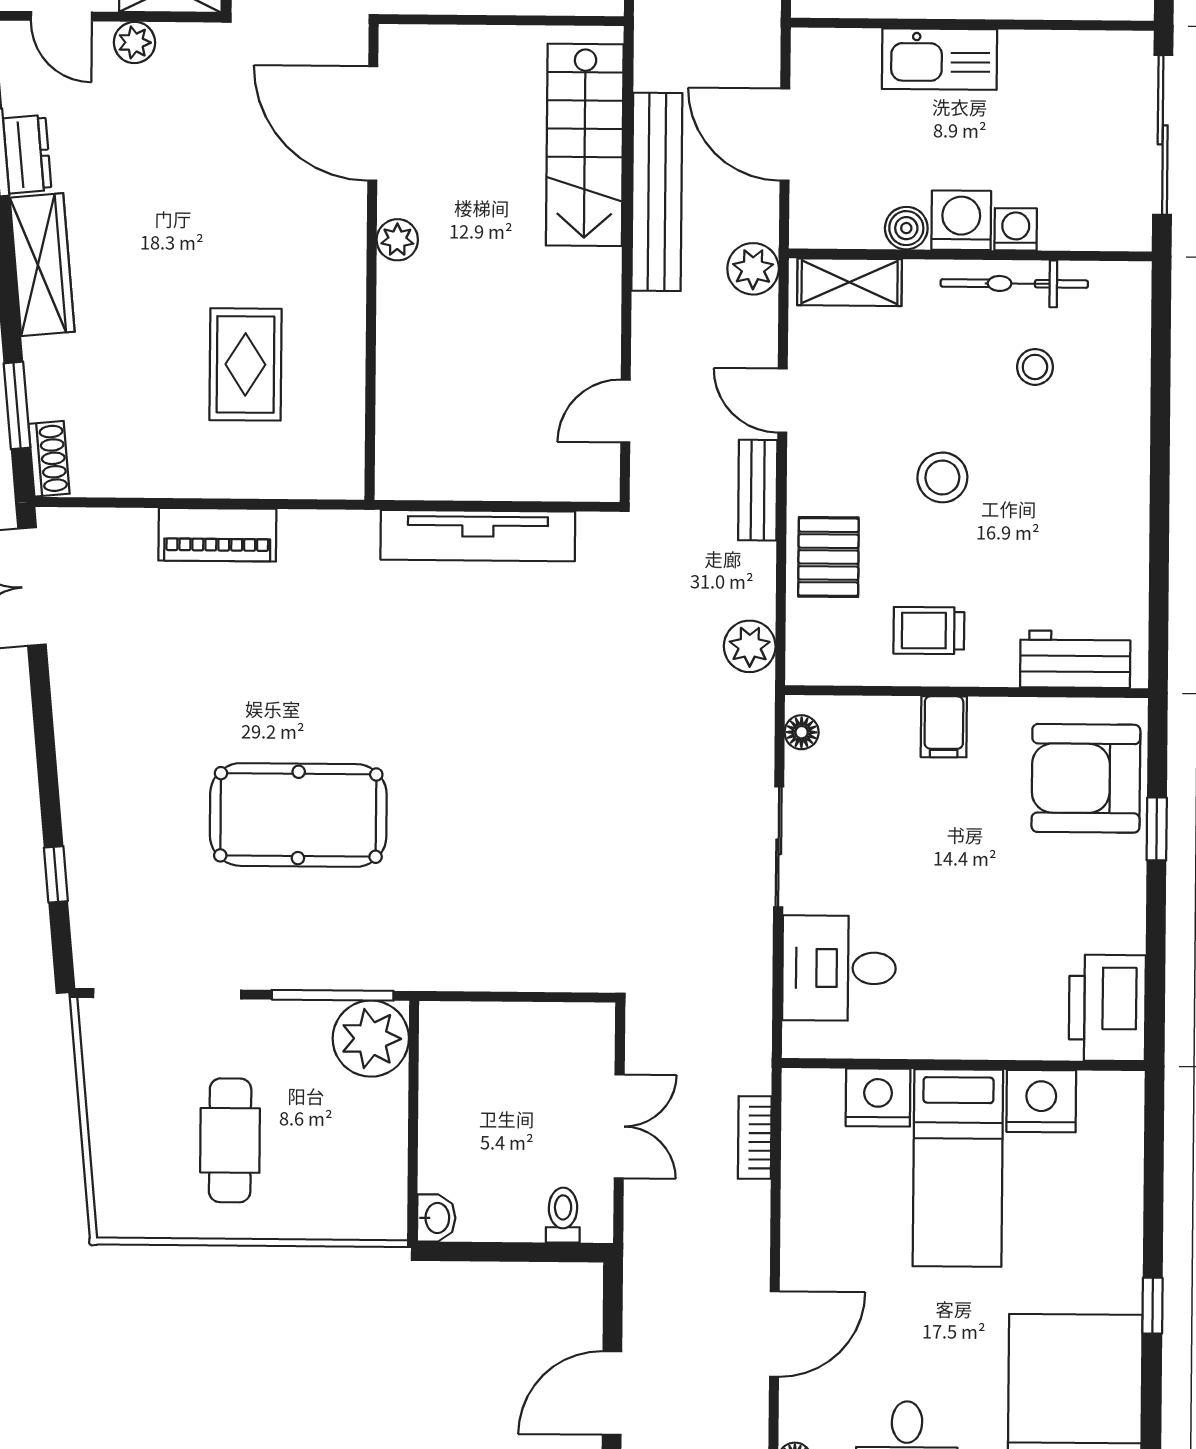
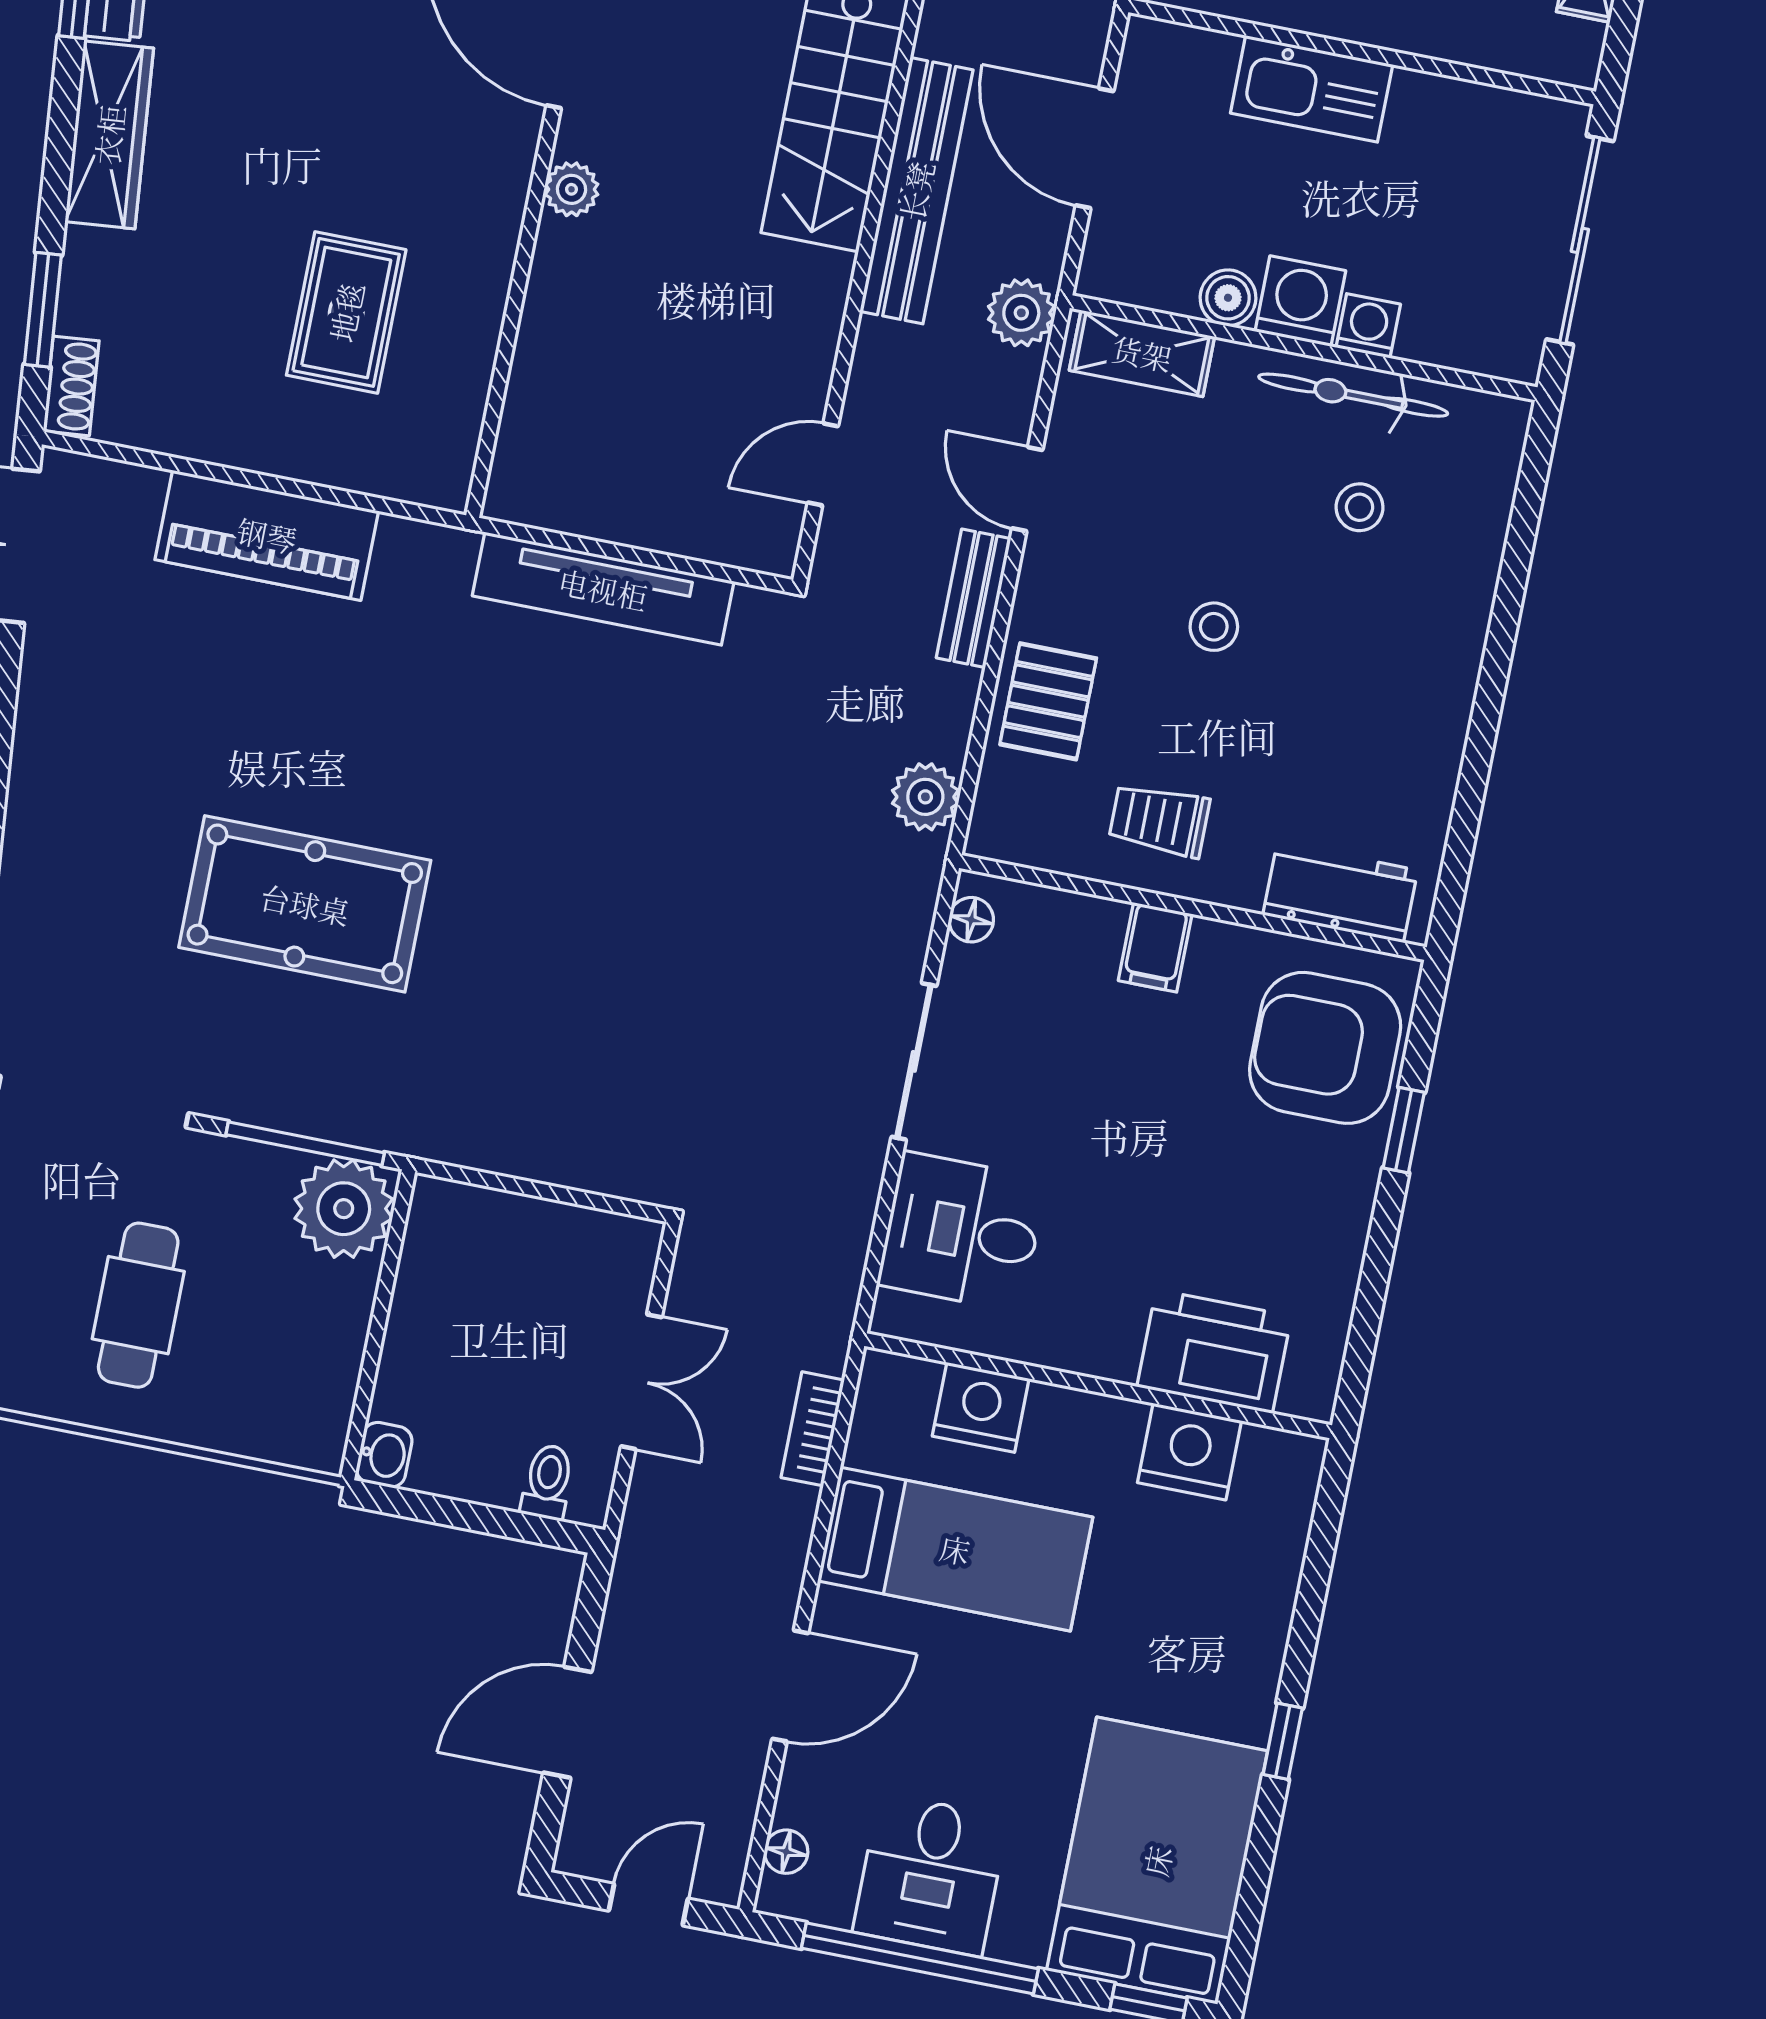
stool: (942, 477) -> (1214, 627), width x0.73, depth x0.73
piano: (217, 535) -> (267, 535), width x1.37, depth x1.33
printer: (1107, 1008) -> (1214, 1351), moved, turned 90
bed: (958, 1168) -> (955, 1549), moved, turned -90

